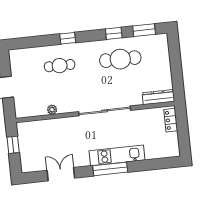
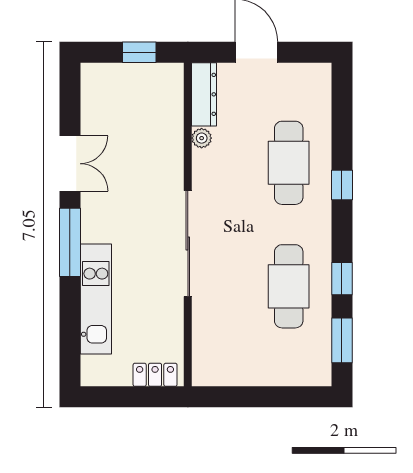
cafe table: (60, 66) -> (289, 163), width x1.37, depth x1.35
dresser: (158, 97) -> (204, 94), moved
kitchen unit: (117, 155) -> (96, 299), moved
double door: (61, 174) -> (70, 164), moved

